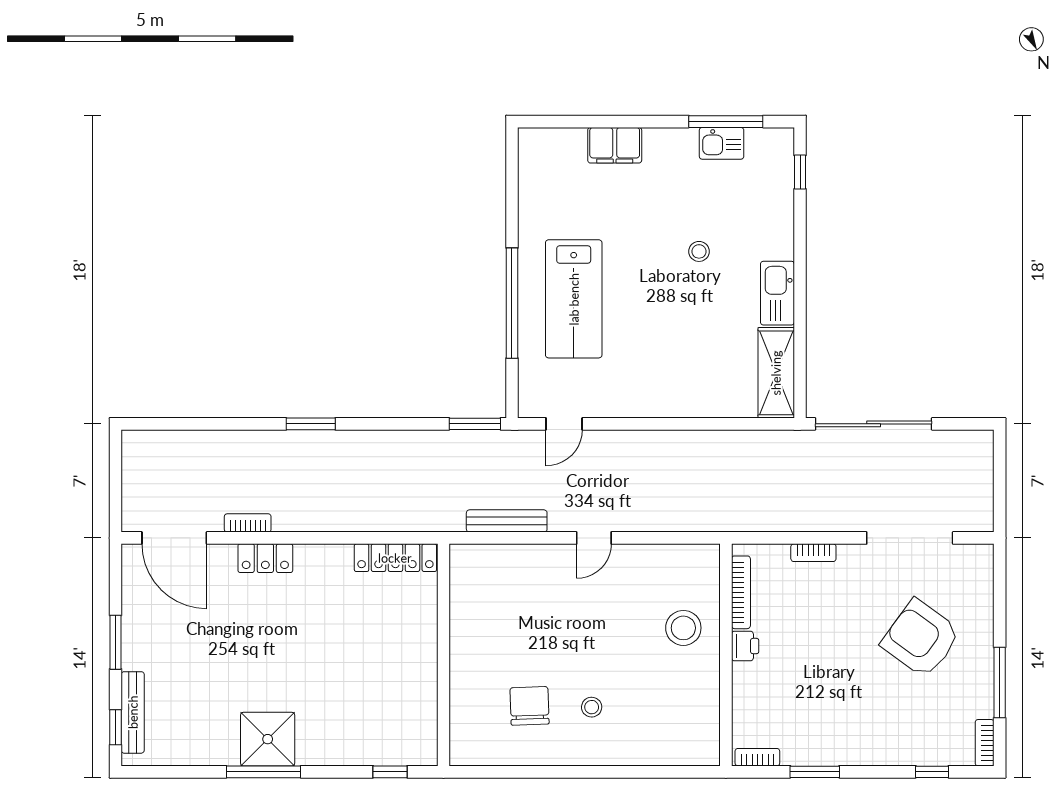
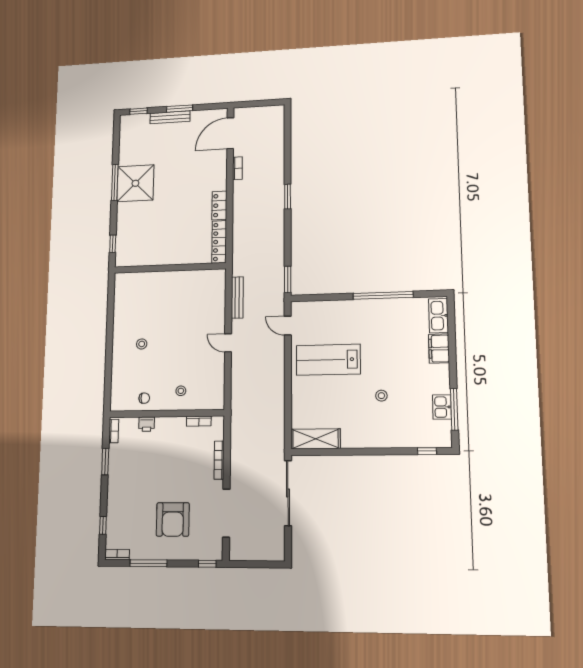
kitchen sink: (777, 293) -> (439, 316), moved, turned -90
lab bench: (574, 299) -> (328, 360), moved
window: (512, 303) -> (383, 295), moved
bookcase: (813, 553) -> (219, 460), width x1.56
locker: (265, 558) -> (219, 205), moved
window: (1000, 572) -> (207, 564), added
bookcase: (741, 592) -> (199, 421), width x0.64
stool: (683, 628) -> (181, 391), width x0.53, depth x0.53
armchair: (921, 638) -> (173, 519), turned 144
printer: (745, 646) -> (147, 424), moved
chair: (530, 706) -> (144, 398), moved, width x0.54, depth x0.54
bench: (133, 712) -> (170, 117), moved
shower: (268, 739) -> (135, 183), width x1.37, depth x1.37

